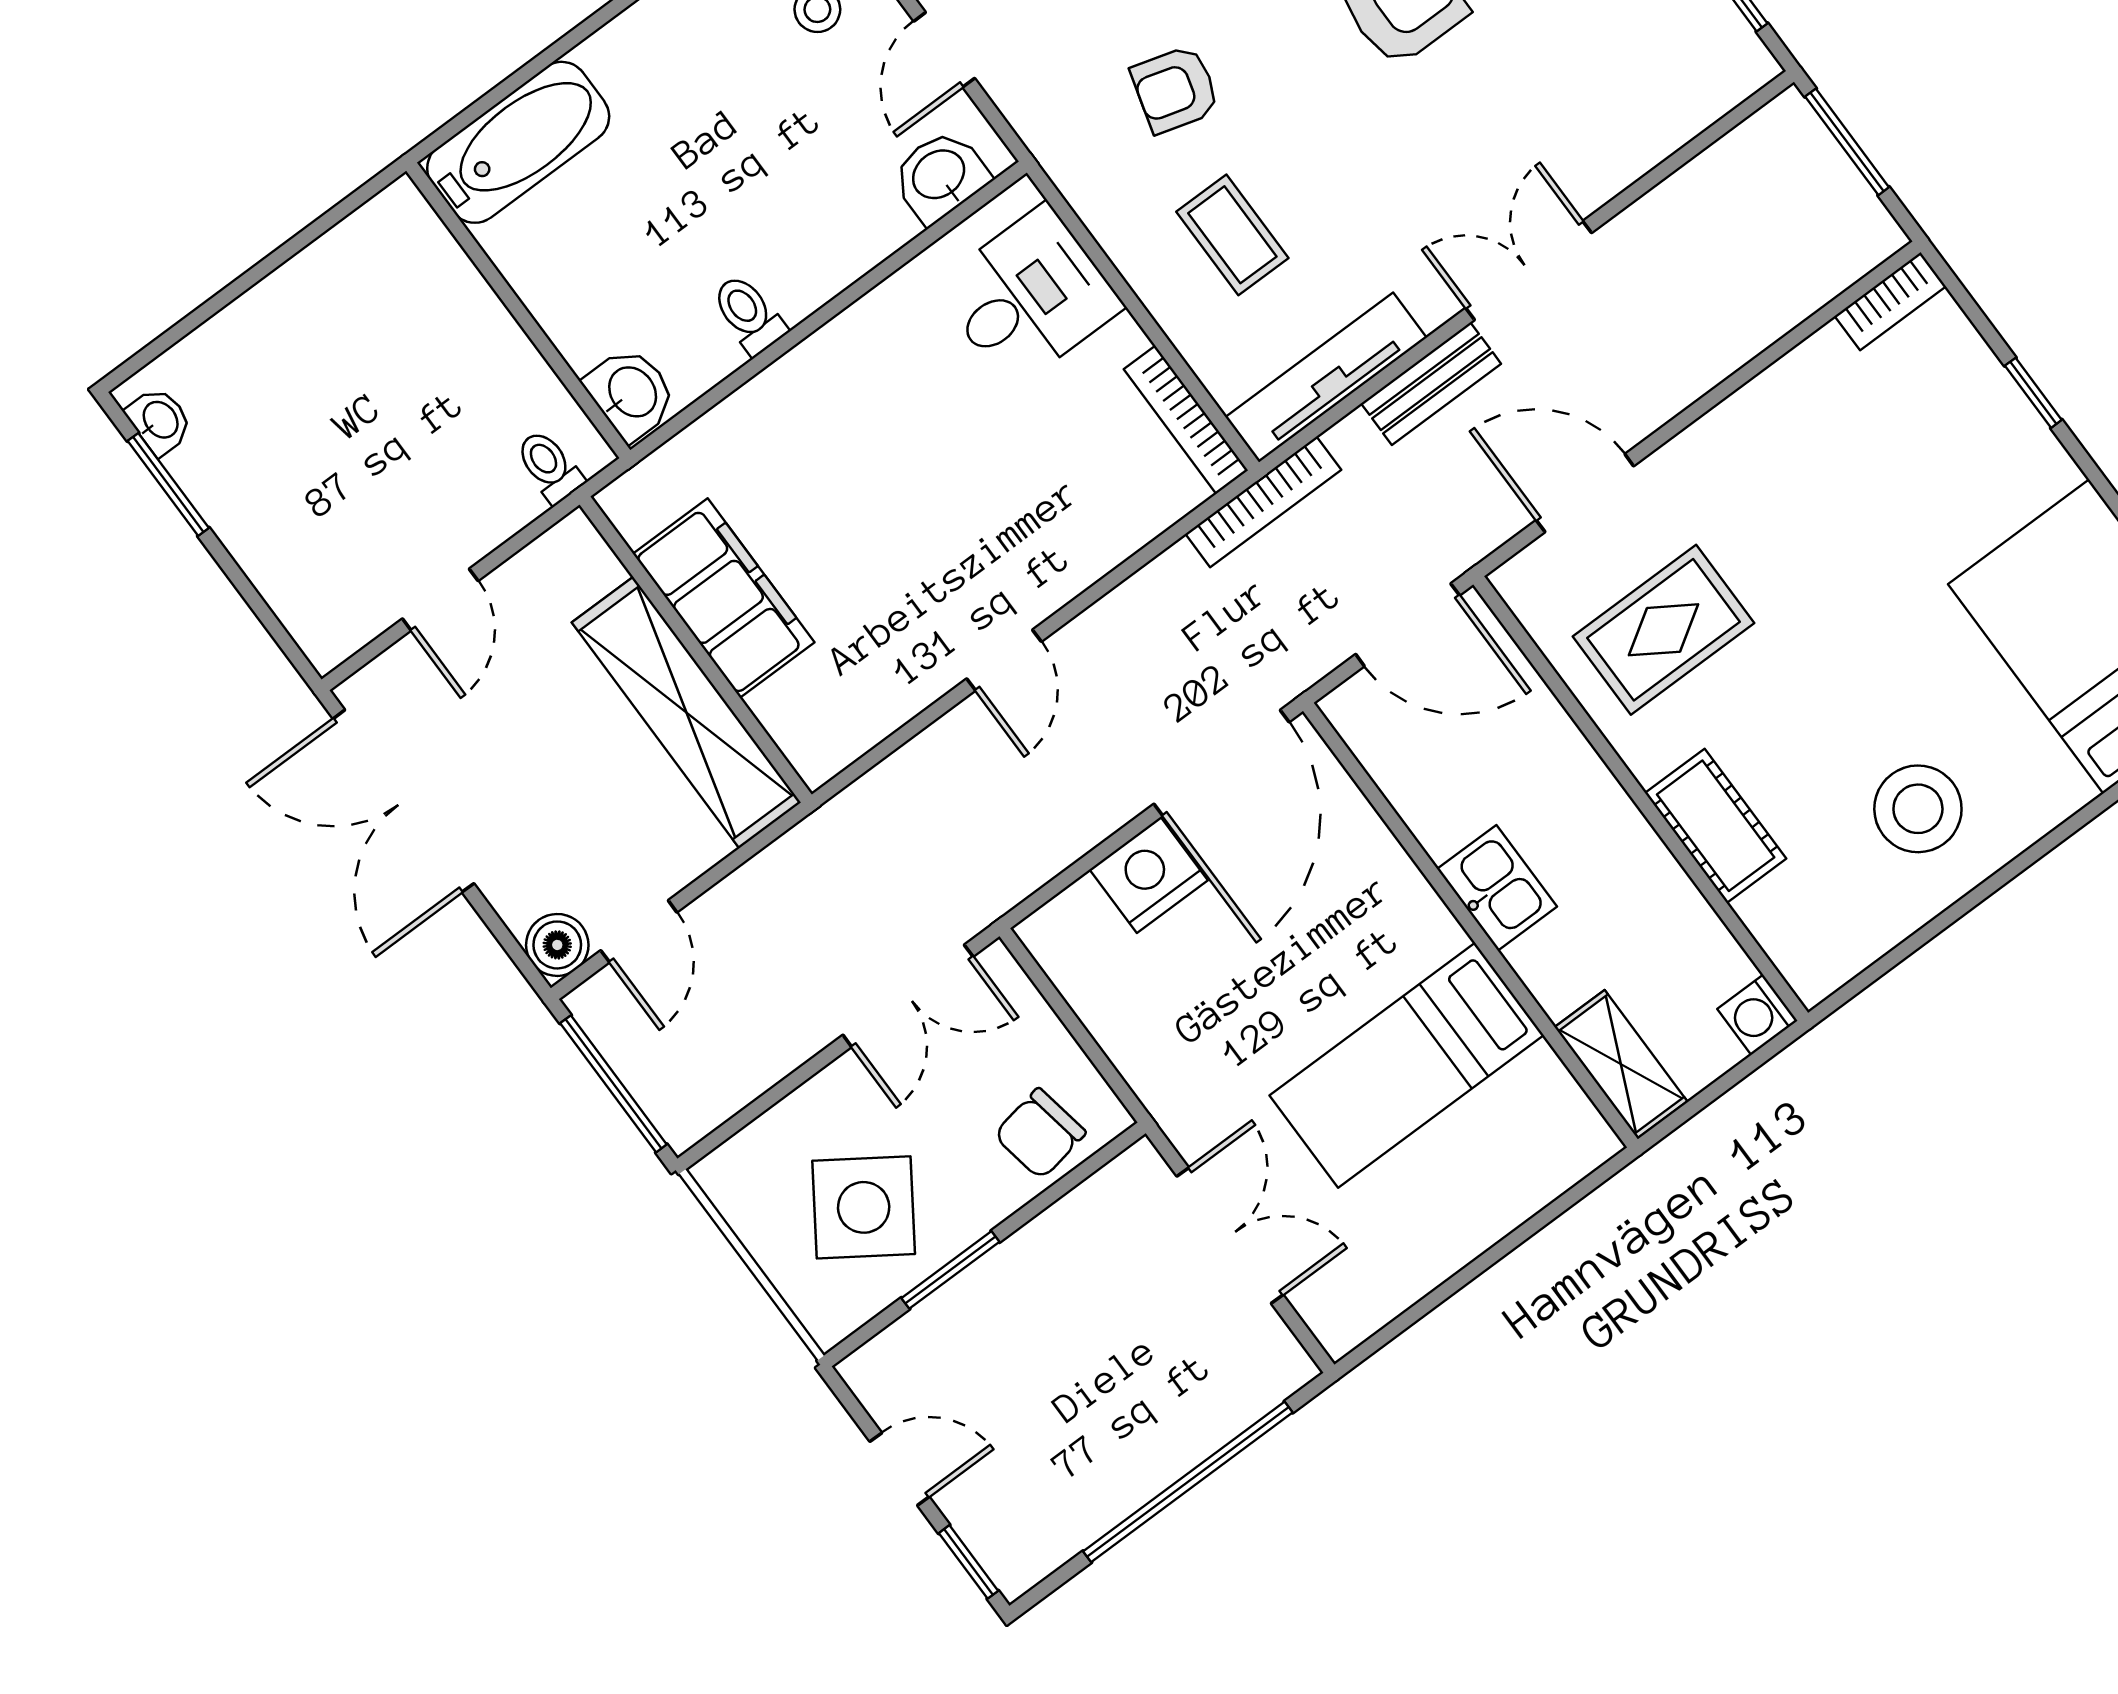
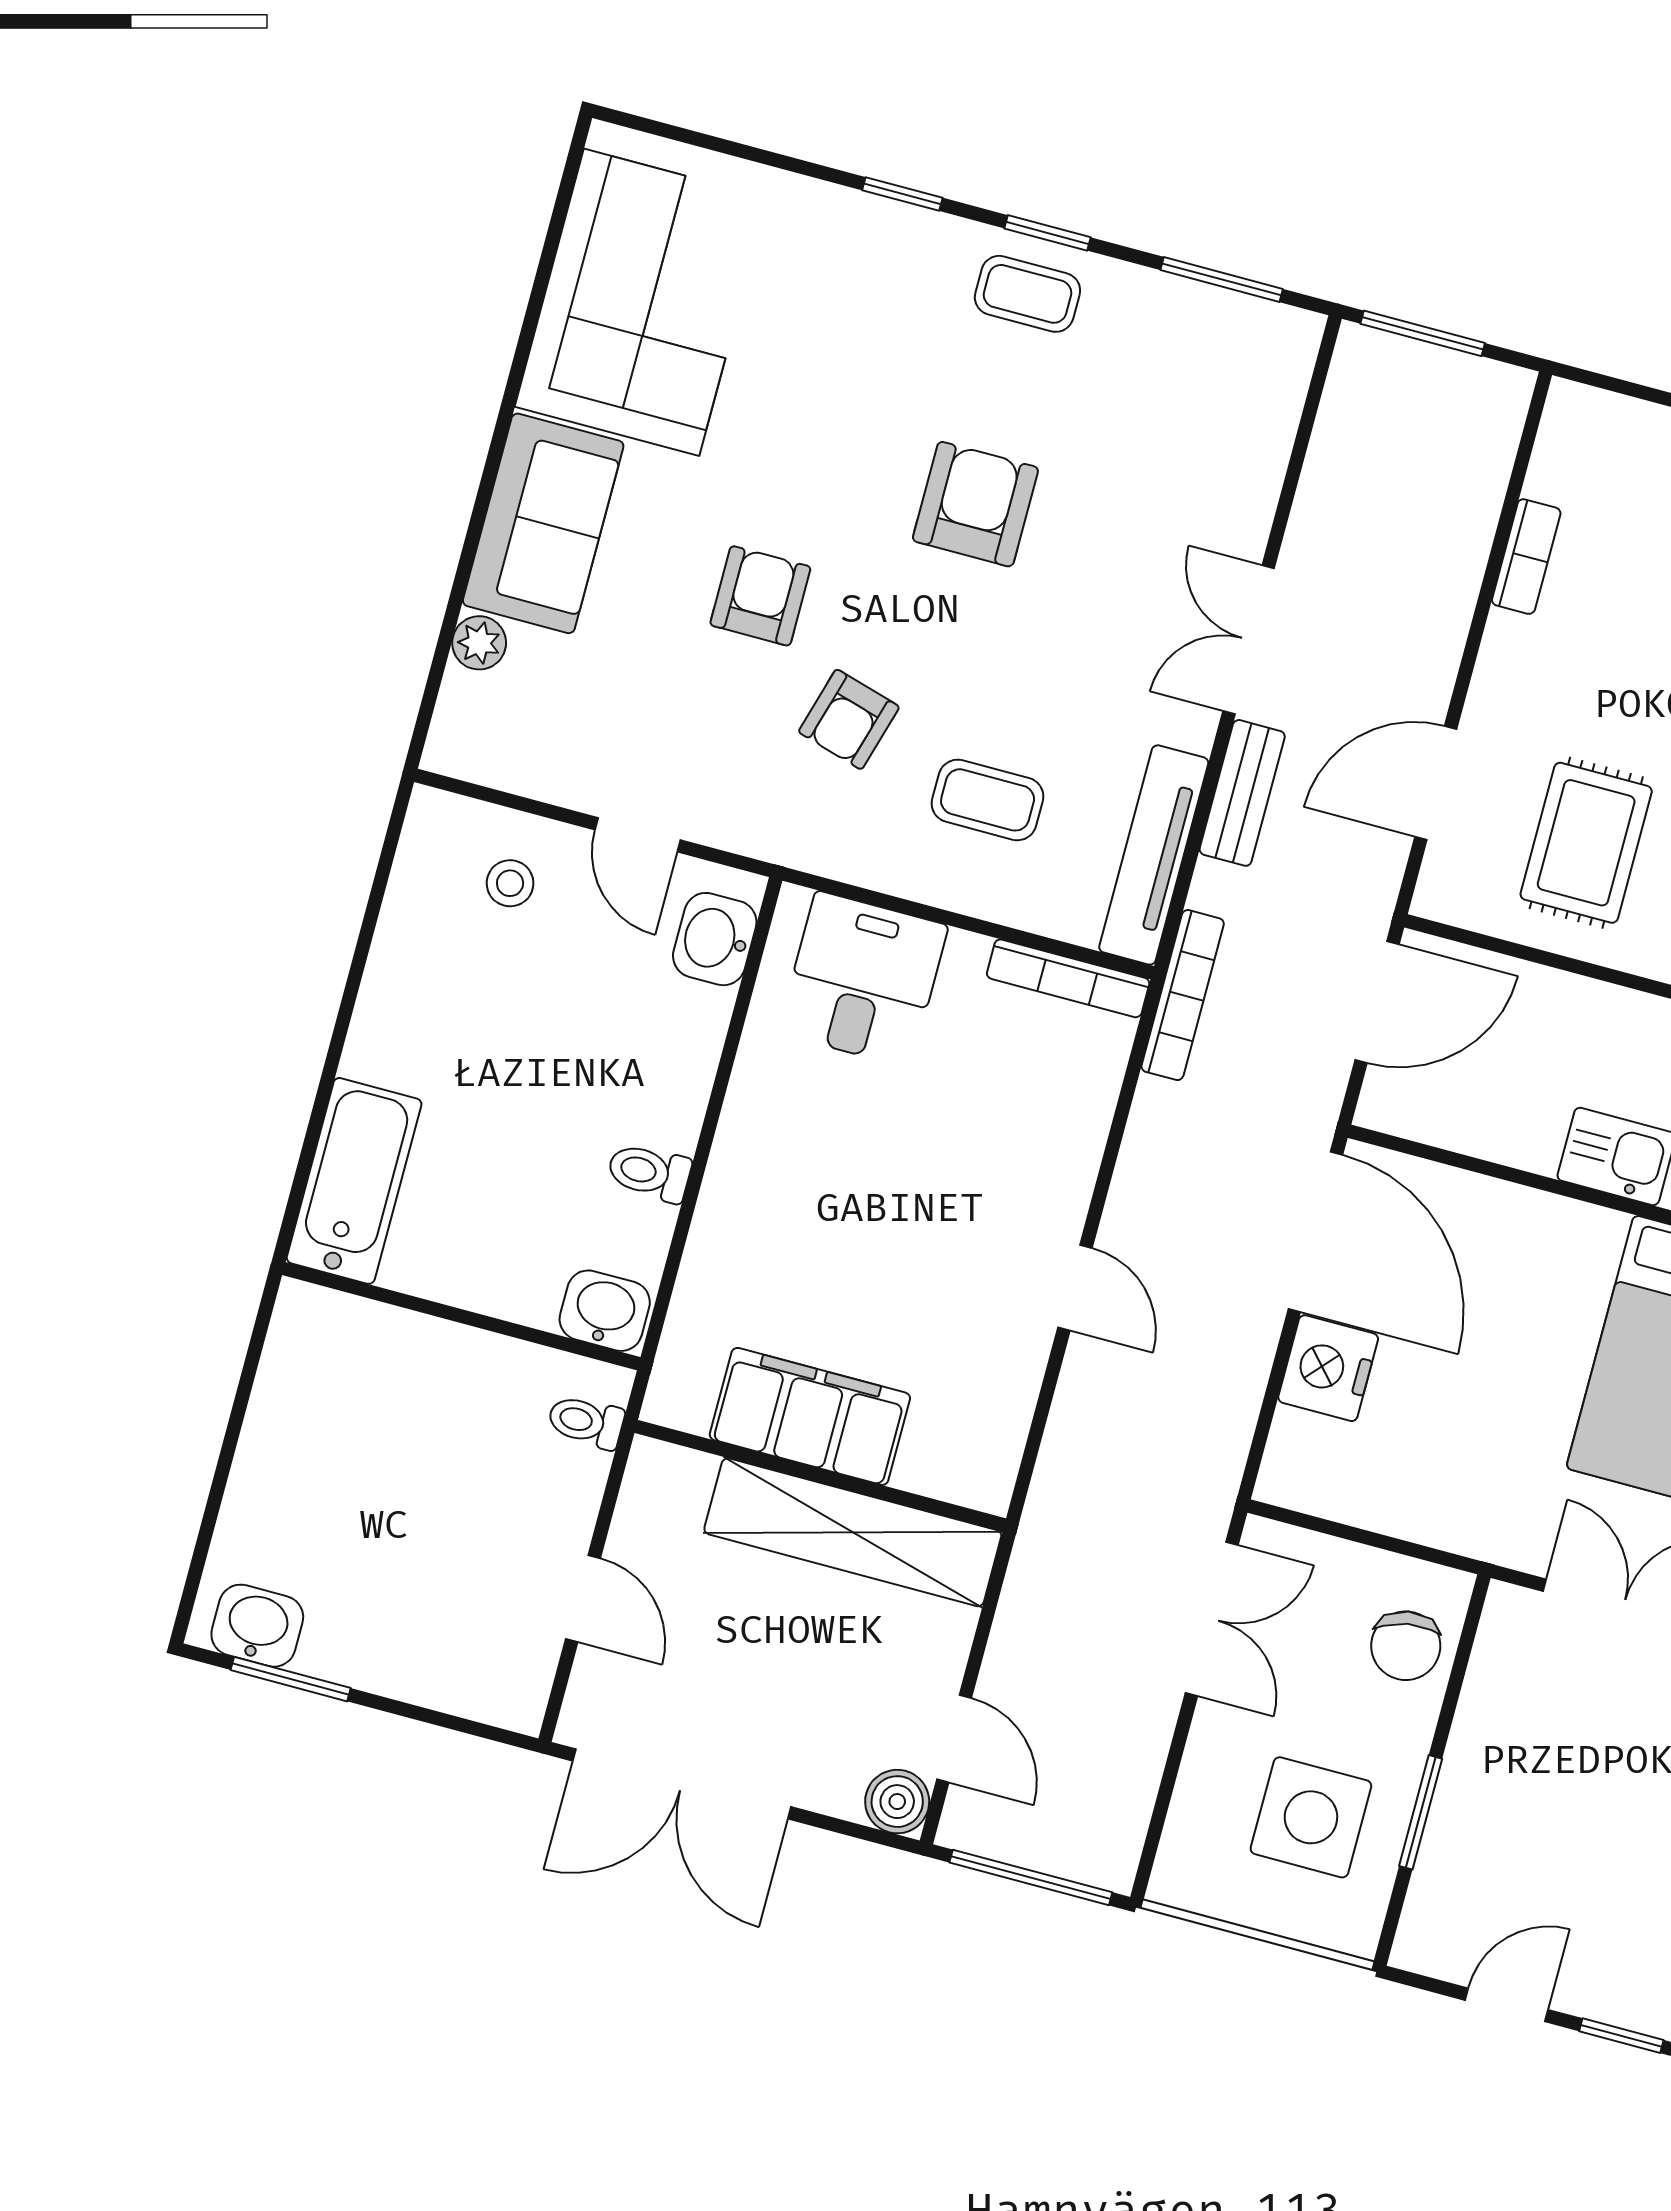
bookcase: (1890, 301) -> (1526, 557), moved
washbasin: (159, 421) -> (257, 1626), width x1.38, depth x1.45
side table: (864, 1207) -> (1311, 1817), turned -34

